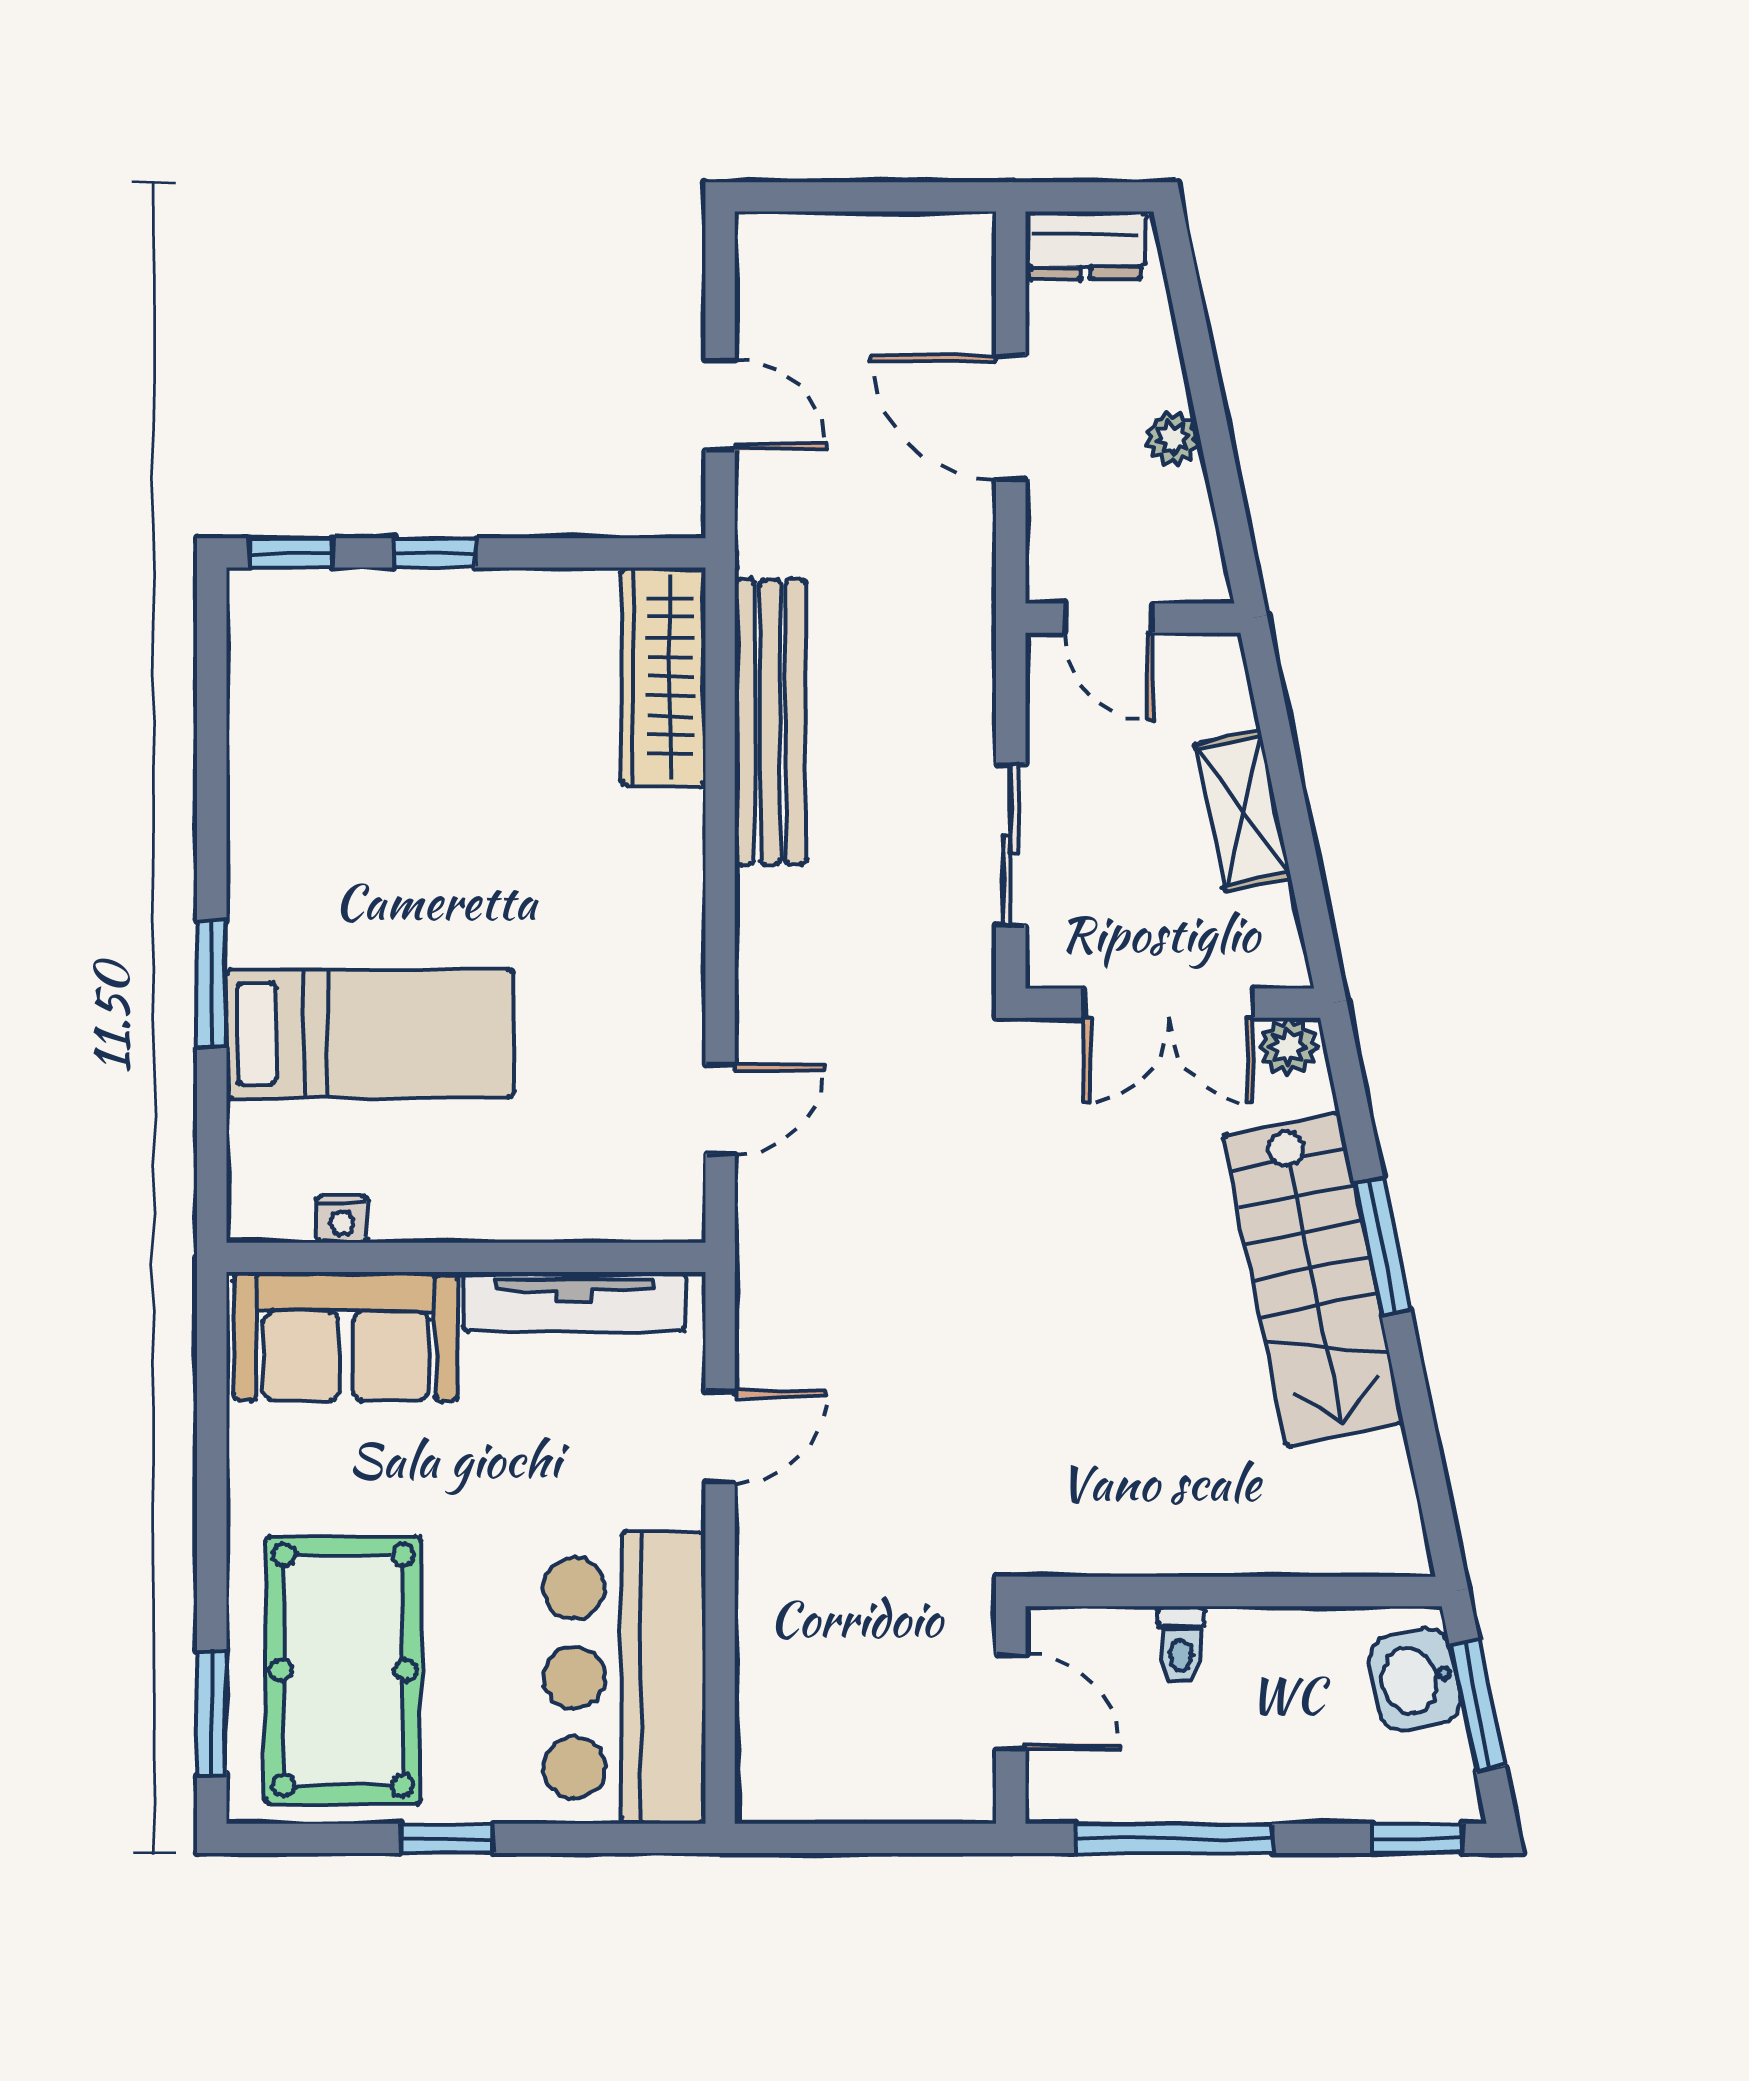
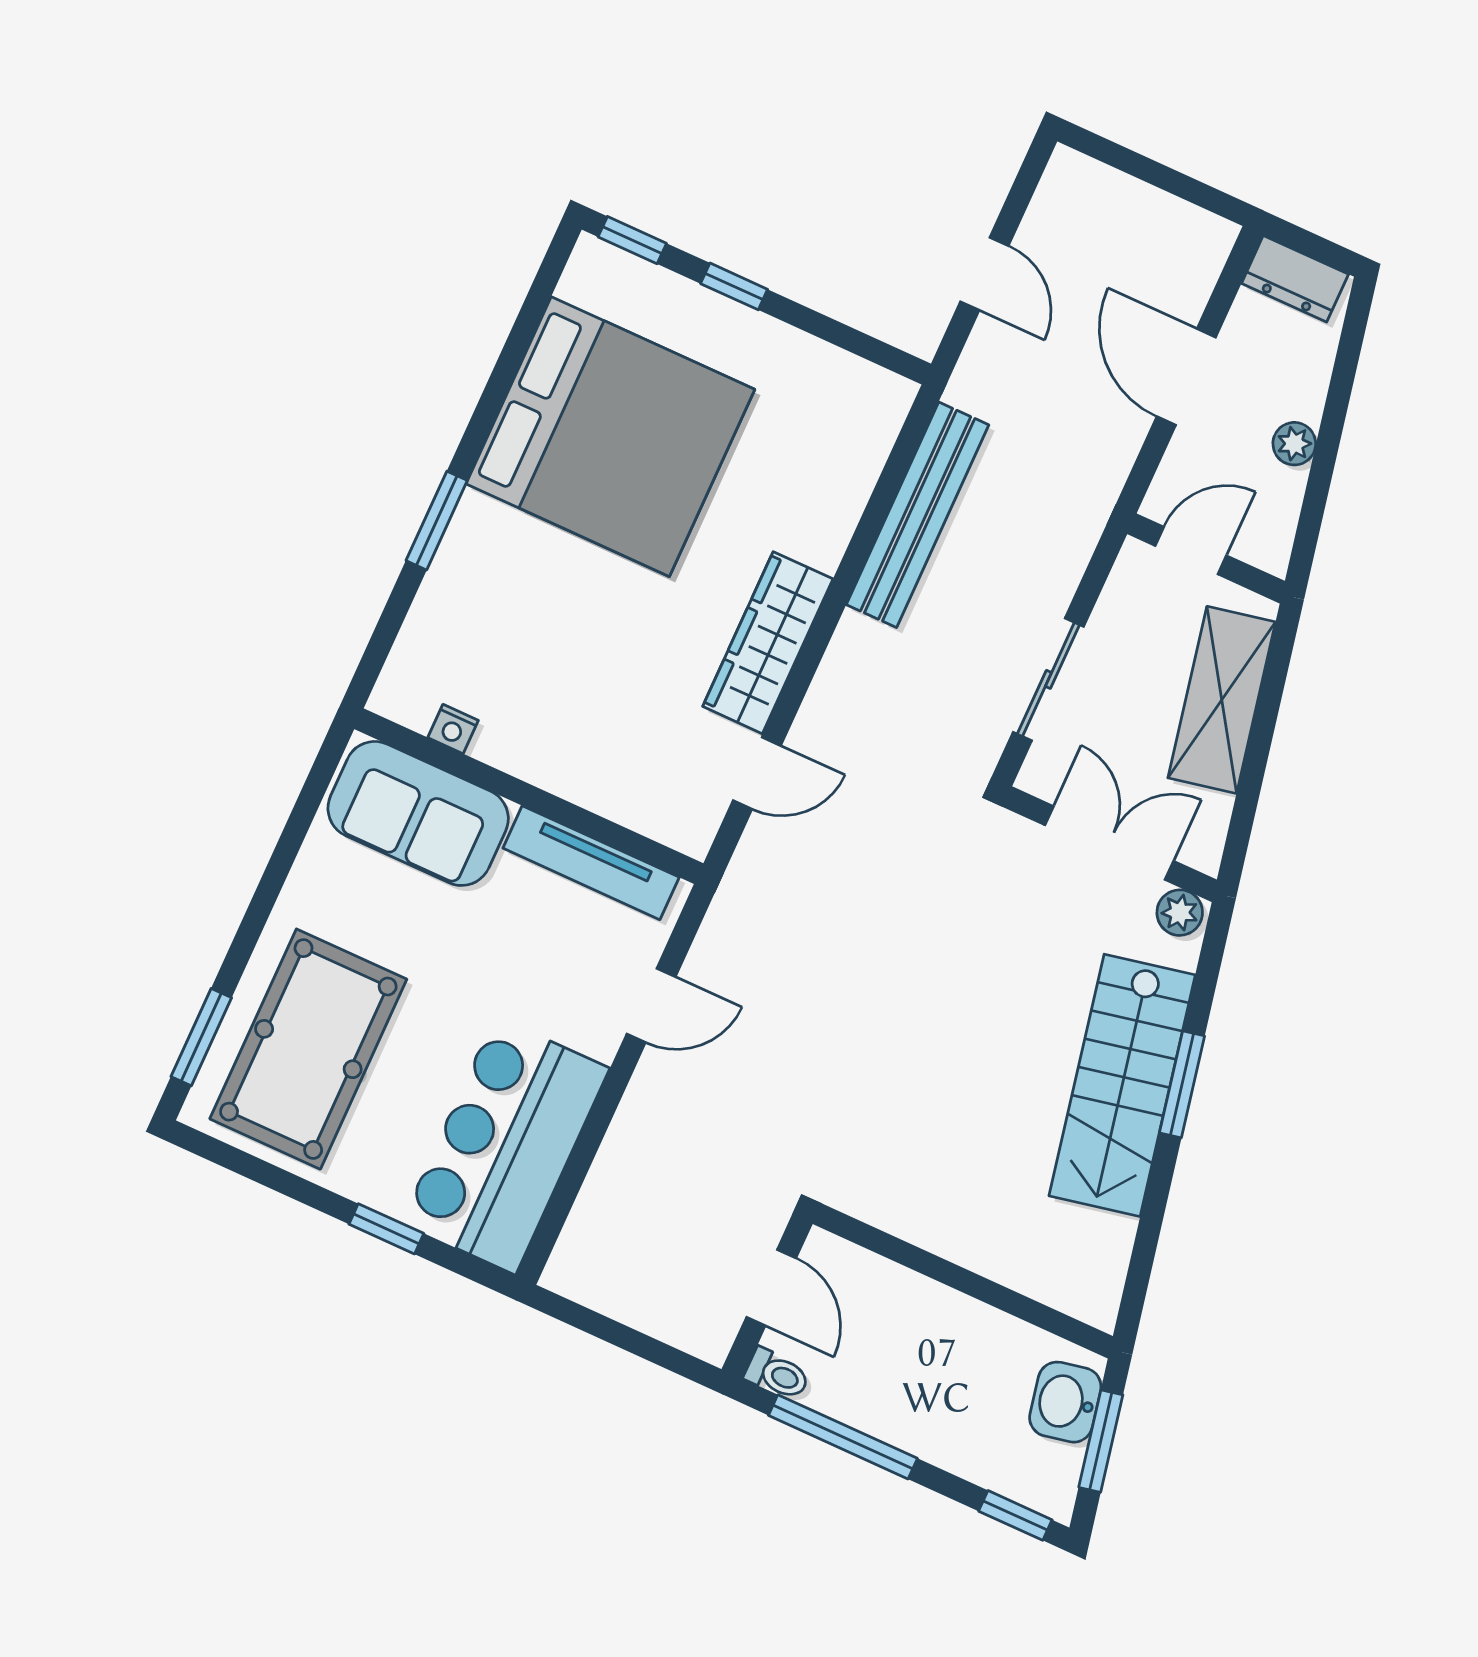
door: (1109, 618) -> (1191, 551), swing flipped
wardrobe: (663, 677) -> (768, 643), moved
shelving: (1243, 811) -> (1222, 700), width x1.50, depth x1.33
double door: (1169, 1003) -> (1109, 843), swing flipped
bed: (370, 1034) -> (610, 437), moved, width x2.04
toilet: (1181, 1645) -> (777, 1374), moved, turned -90
window: (447, 1838) -> (386, 1229), moved

